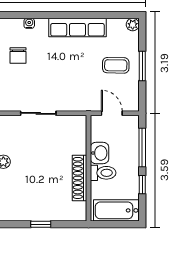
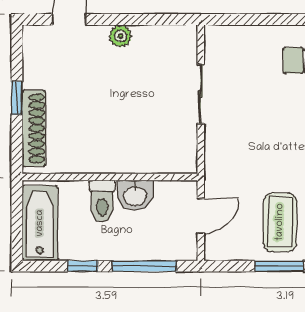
coffee table: (116, 65) -> (280, 222), width x1.36, depth x1.30
shoe rack: (79, 178) -> (34, 128), moved, turned 90

